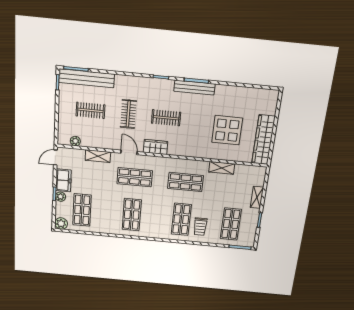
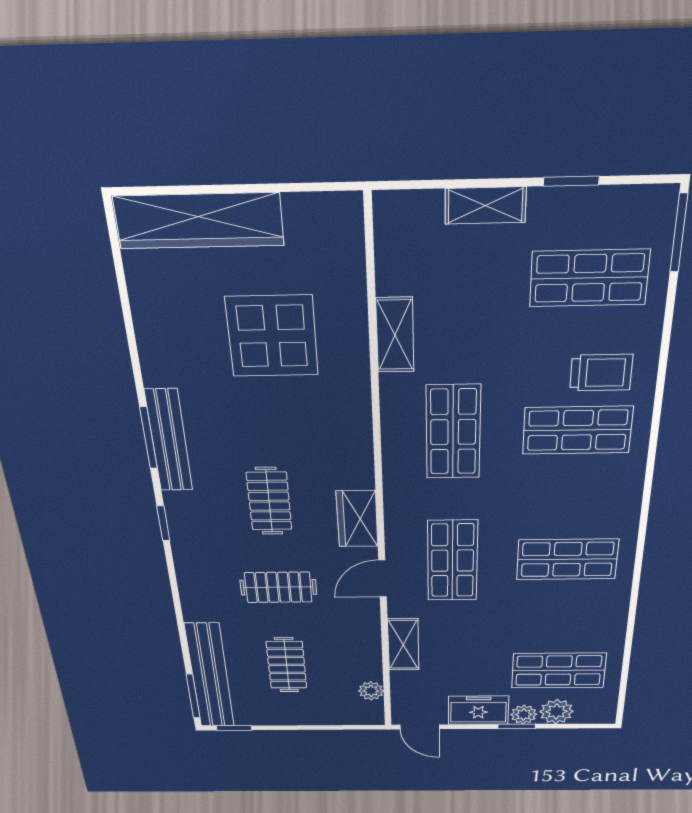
wardrobe: (263, 140) -> (199, 221), moved
plant: (61, 224) -> (557, 712), moved

